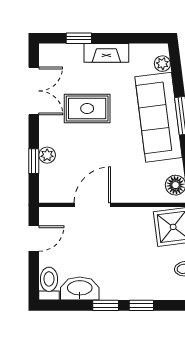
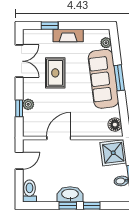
rug: (87, 108) -> (55, 73), turned 90
washbasin: (80, 289) -> (70, 194), moved

